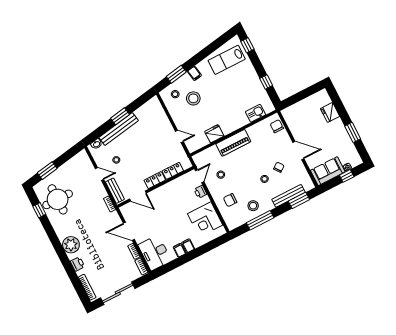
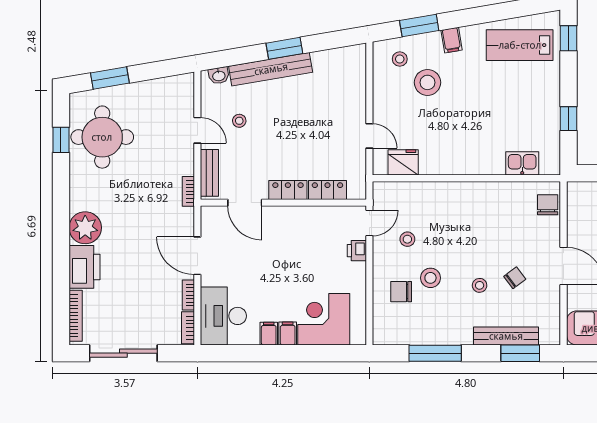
fridge: (214, 134) -> (403, 162), moved
piano: (233, 143) -> (457, 195), removed
stool: (253, 206) -> (430, 278), moved
corner desk: (205, 219) -> (324, 319), moved, turned 90
printer: (78, 264) -> (84, 267), width x1.87, depth x1.48

